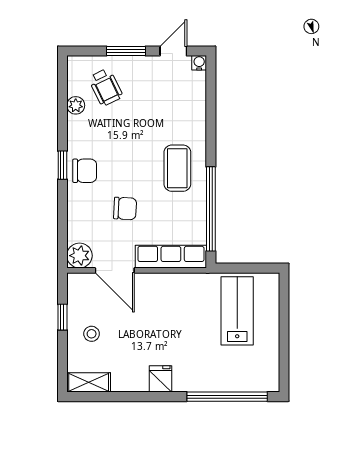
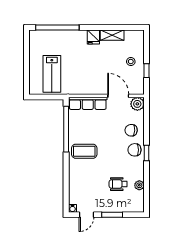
wheelchair: (106, 87) -> (118, 184), moved, turned -64
coffee table: (177, 168) -> (84, 151), turned 90
chair: (125, 208) -> (131, 130), moved
shelving: (89, 382) -> (112, 35), moved

